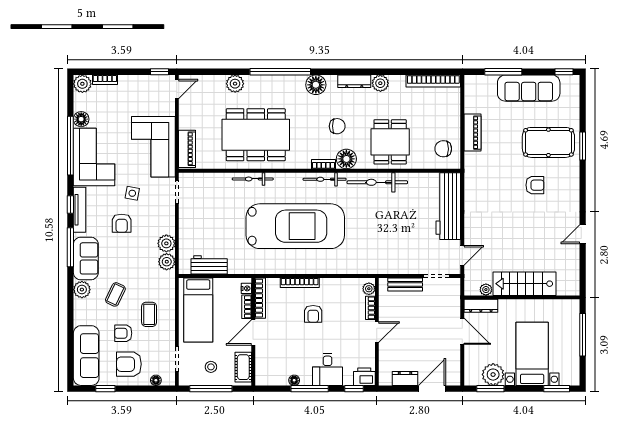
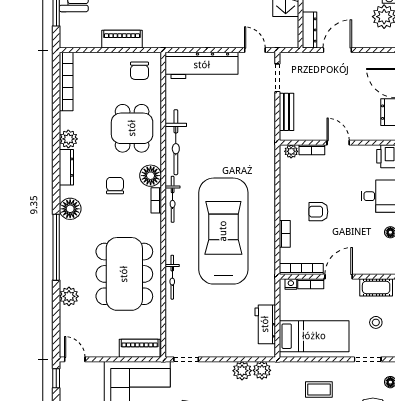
dining table: (390, 142) -> (132, 128), turned 90
bookcase: (300, 283) -> (285, 234), width x0.64
plant: (486, 290) -> (292, 24), removed
armchair: (313, 314) -> (318, 212), turned 180
door: (253, 333) -> (339, 277), swing flipped

